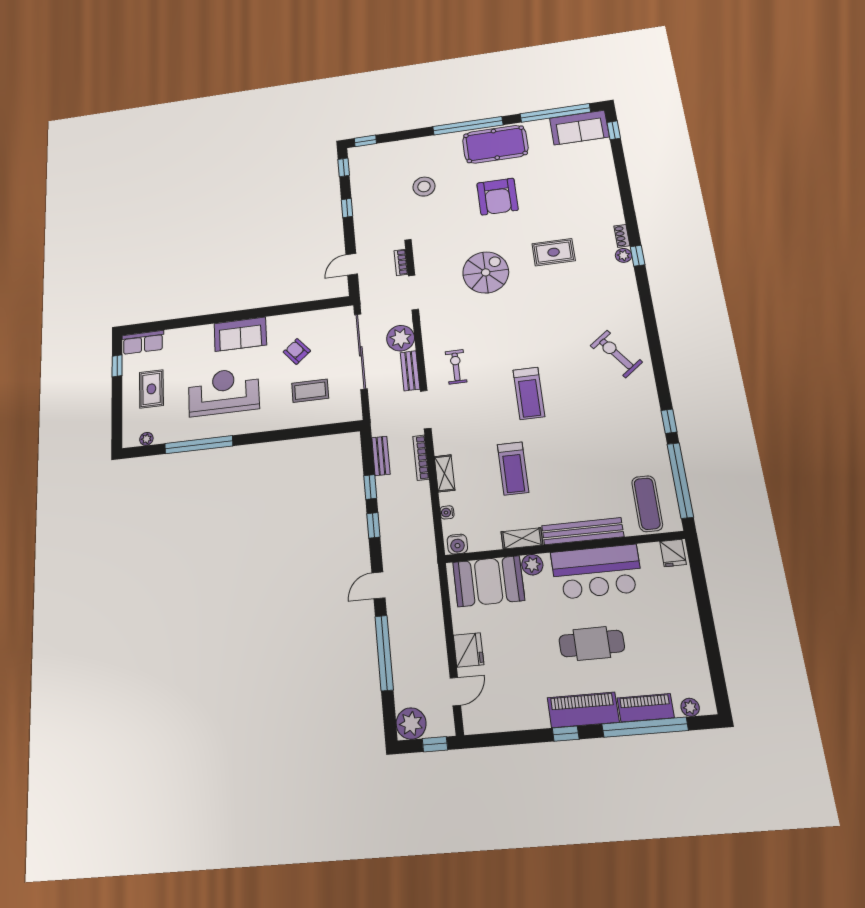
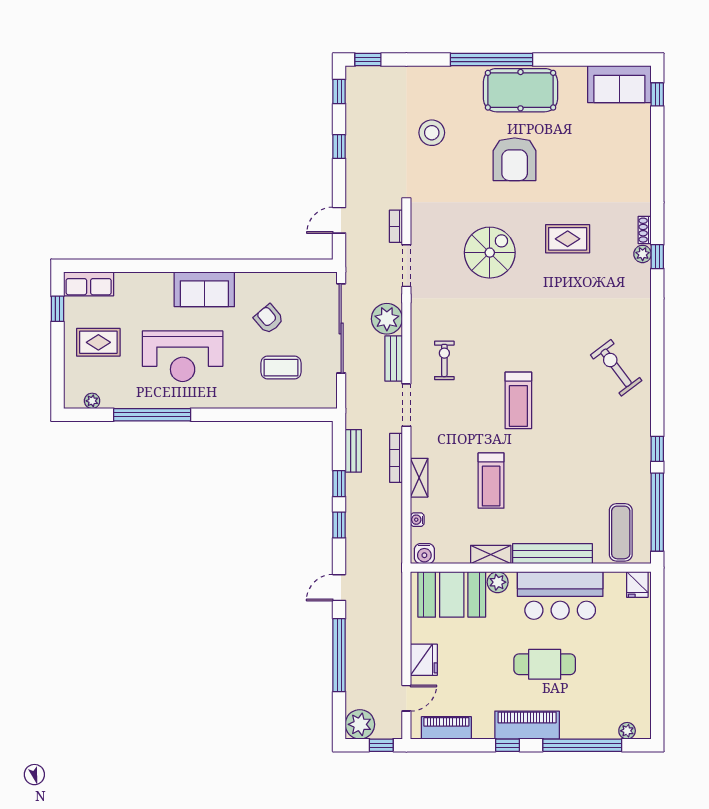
window: (555, 113) -> (595, 60), removed
rug: (151, 389) -> (98, 342), turned 90
reception desk: (224, 392) -> (183, 356), turned 180
piano: (646, 708) -> (446, 728), moved

